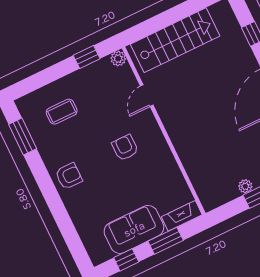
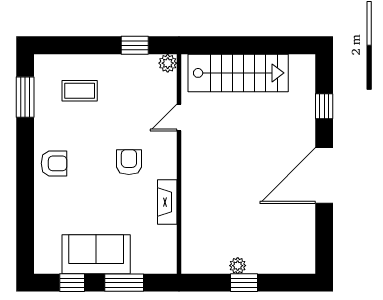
fireplace: (182, 216) -> (167, 202), moved, turned -90

